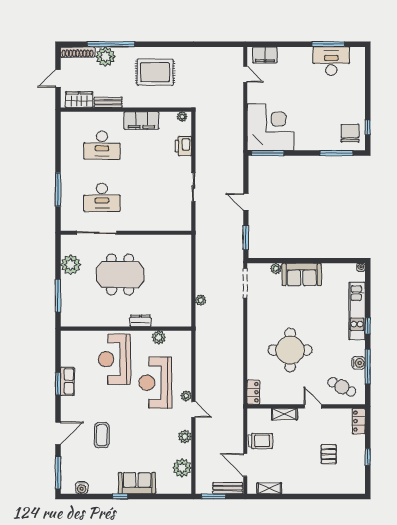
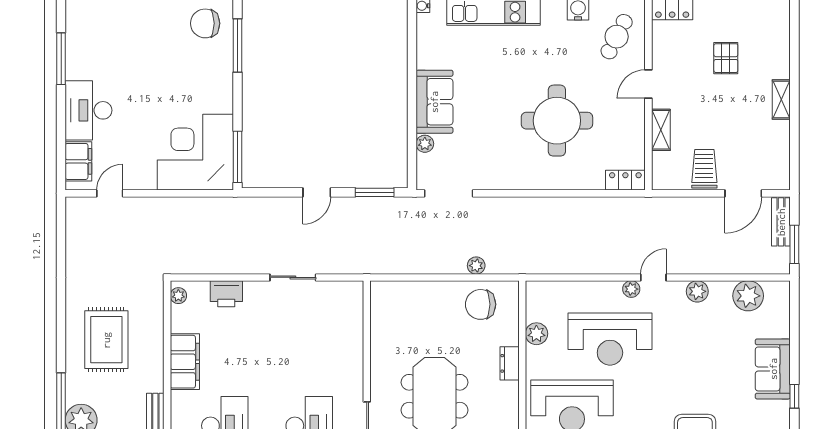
desk: (331, 61) -> (89, 110), moved
chair: (177, 303) -> (481, 304), added
pallet: (329, 454) -> (726, 58), turned 90
shelving: (269, 488) -> (781, 99), moved

